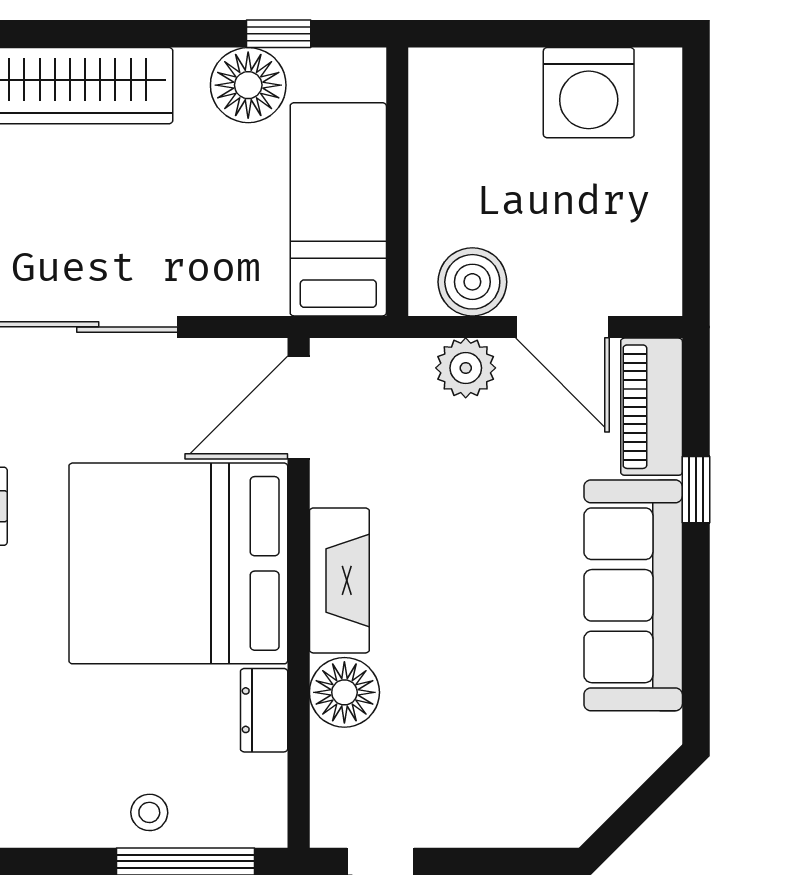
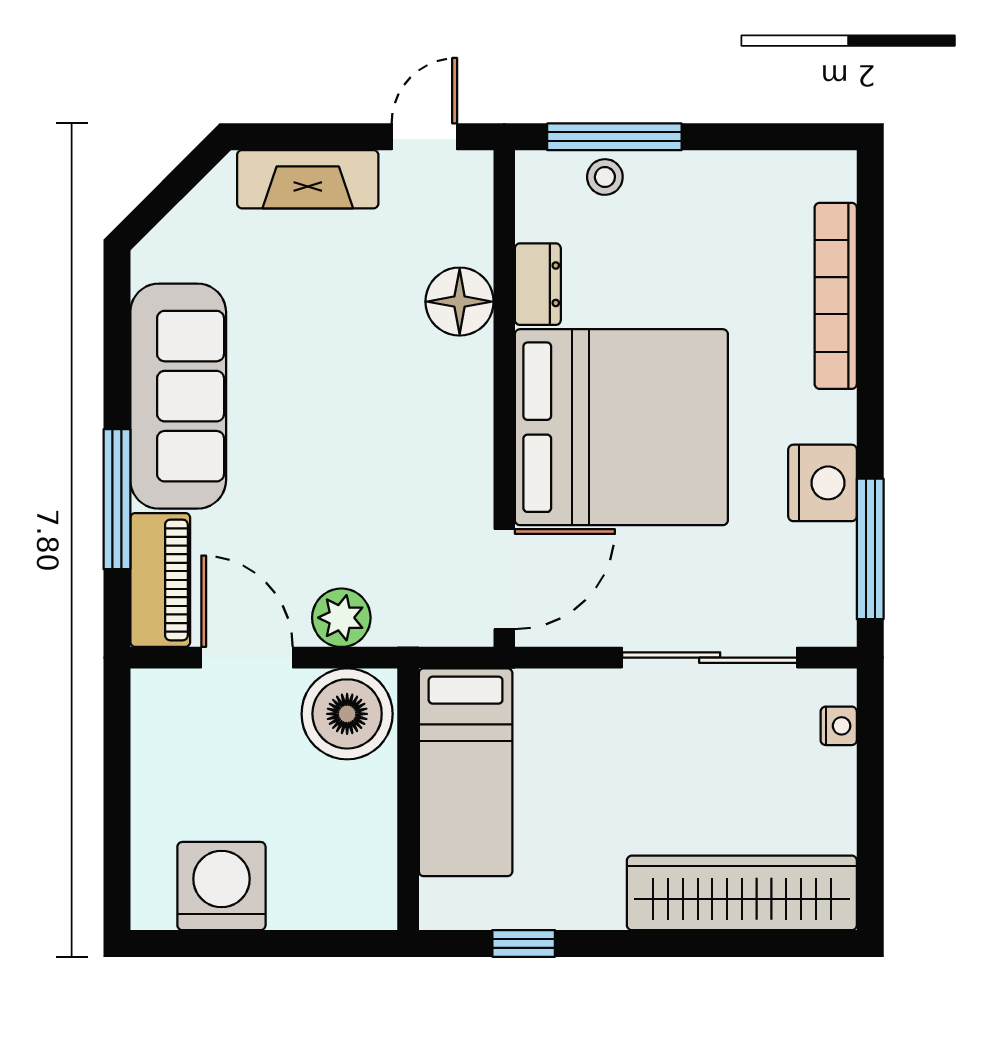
floor lamp: (248, 85) -> (553, 893), removed
boiler: (472, 282) -> (347, 714), width x1.37, depth x1.37
window: (696, 490) -> (117, 499), width x2.17
fireplace: (339, 580) -> (308, 179), moved, turned -90
stool: (149, 812) -> (605, 177), moved

